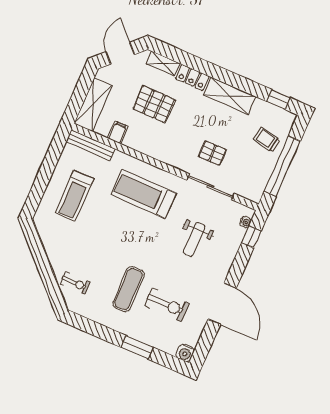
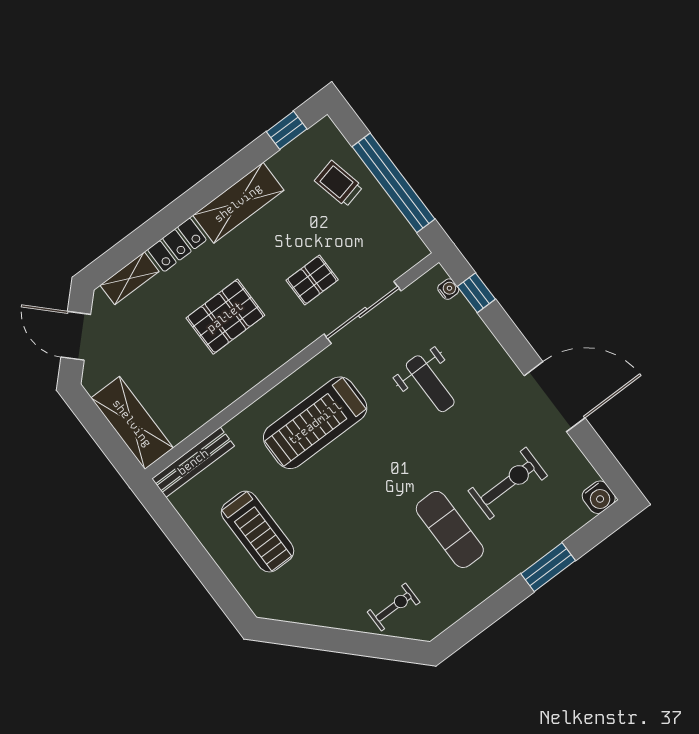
pallet: (154, 104) -> (225, 317), moved
filing cabinet: (118, 132) -> (197, 409), removed
trolley: (267, 140) -> (339, 184), turned 66

